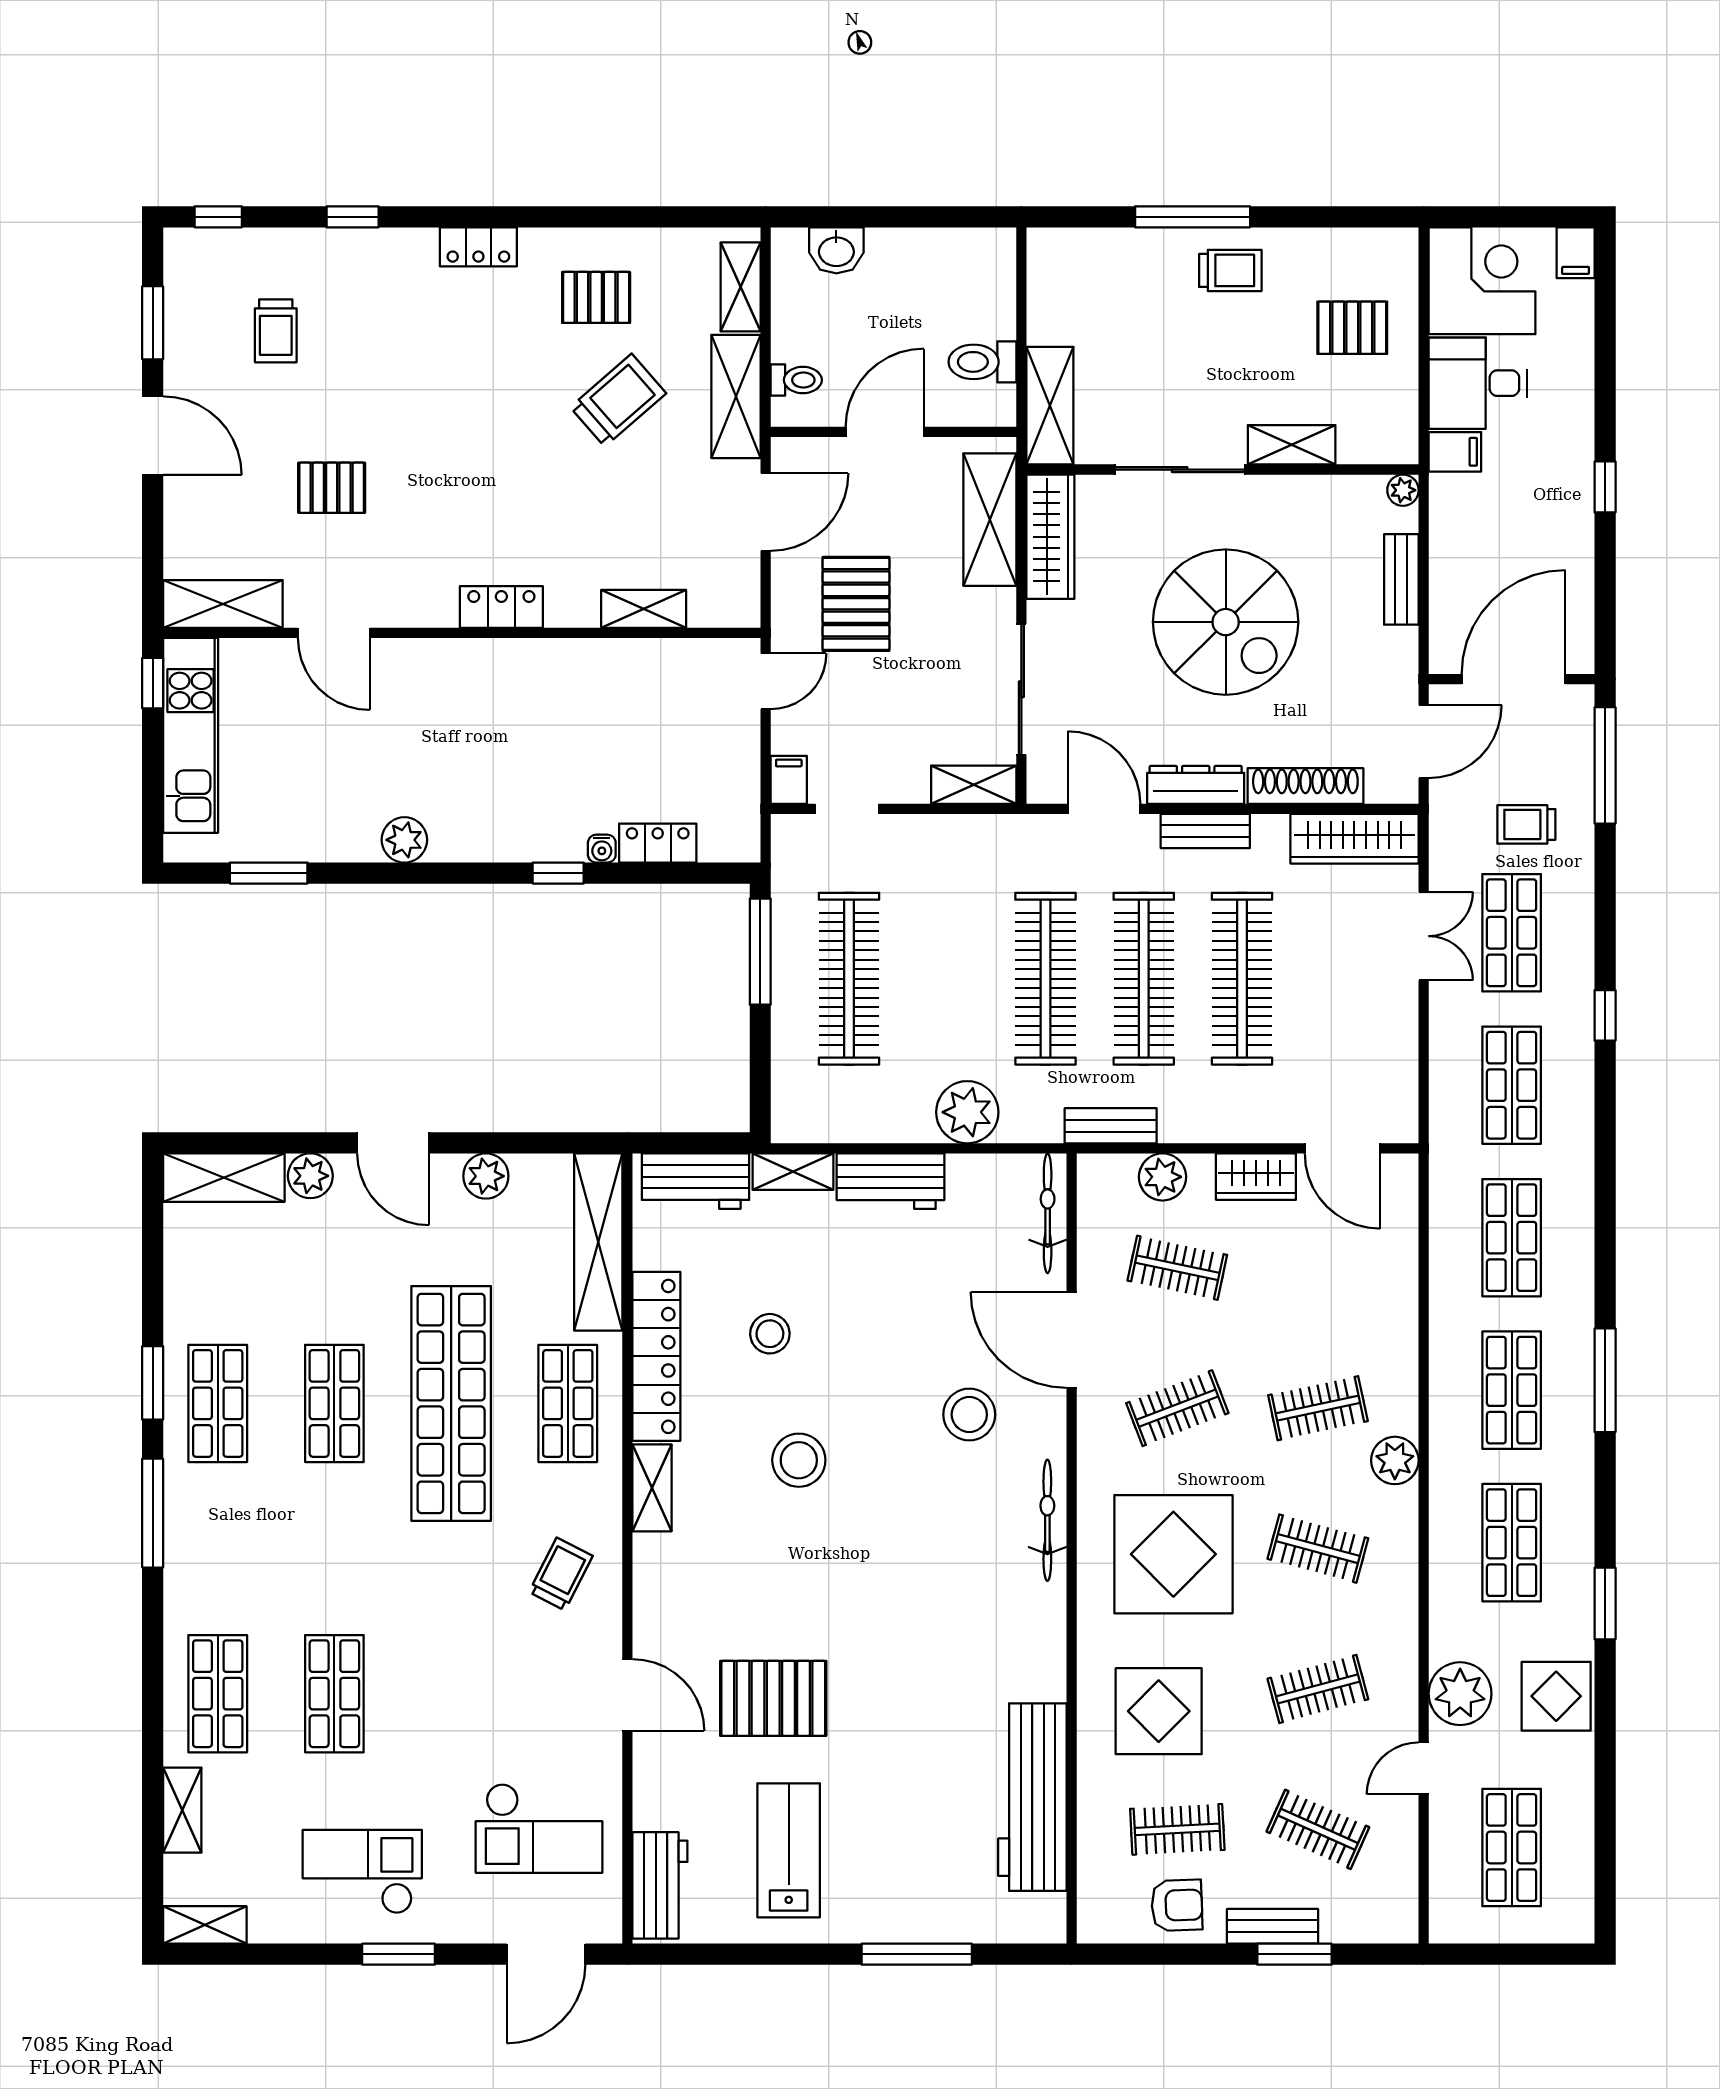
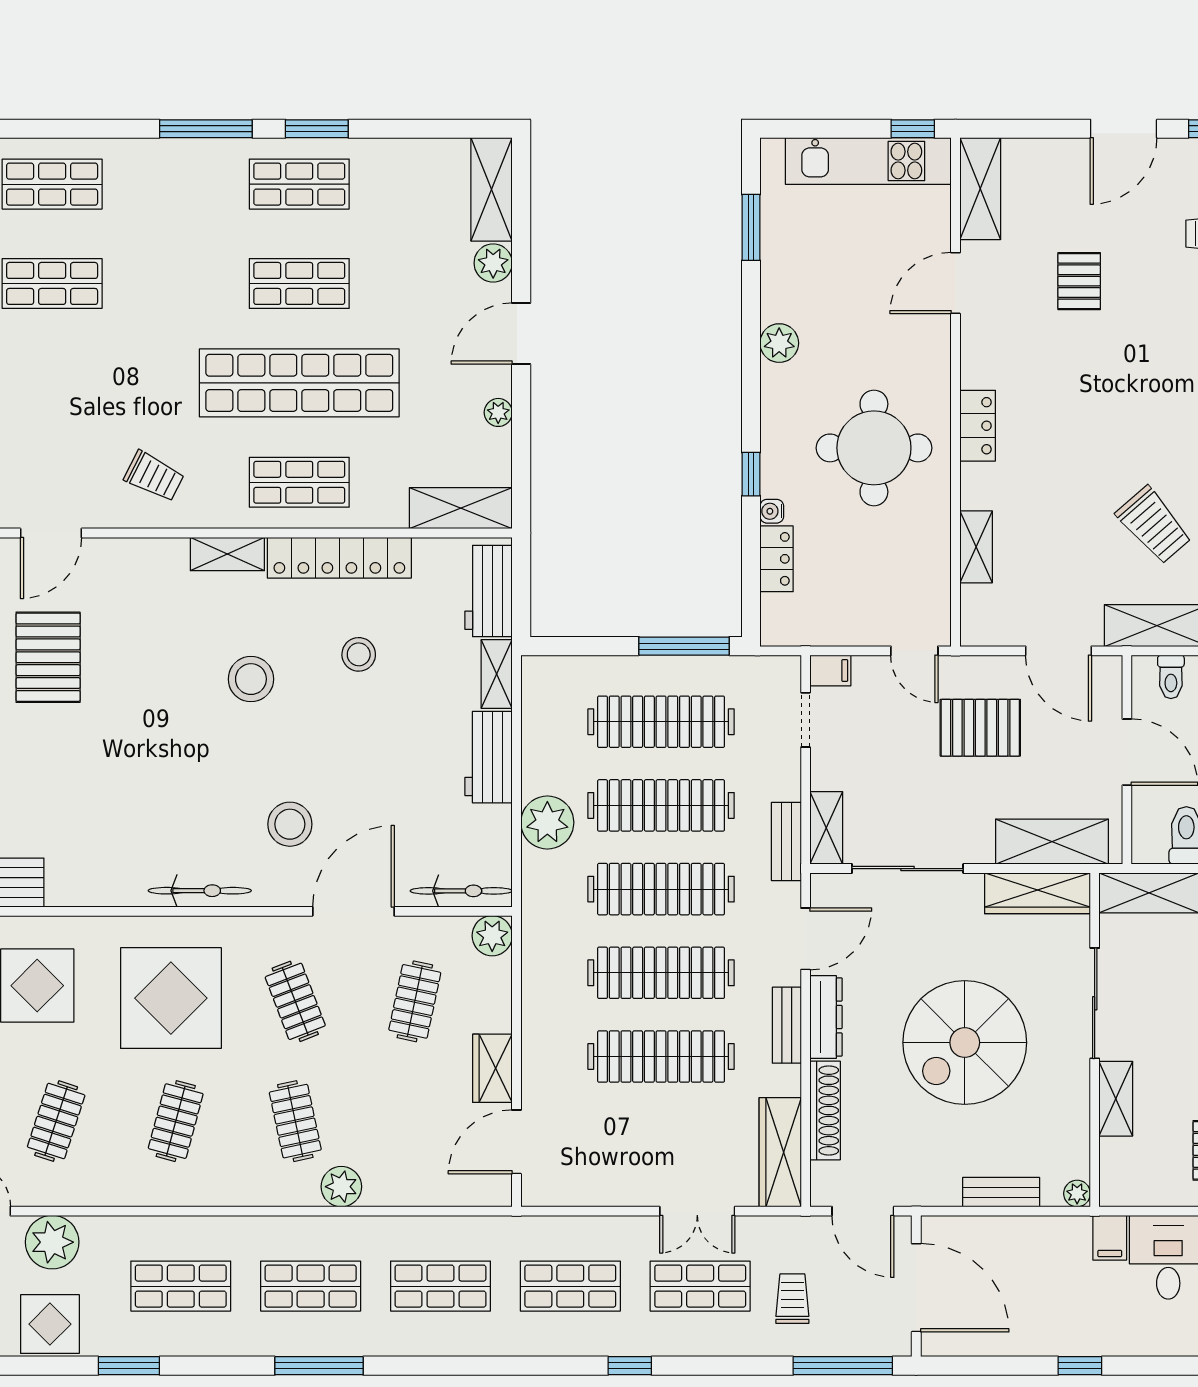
round table: (527, 729) -> (874, 448), added
clothes rail: (947, 979) -> (661, 805), added
bench: (1111, 1126) -> (786, 842), moved
plant: (486, 1176) -> (498, 412), width x0.73, depth x0.73
plant: (1163, 1177) -> (492, 936), moved
shelving: (598, 1242) -> (461, 508), width x0.68
plant: (1395, 1460) -> (341, 1187), moved
clothes rail: (1318, 1689) -> (56, 1121), turned 33

